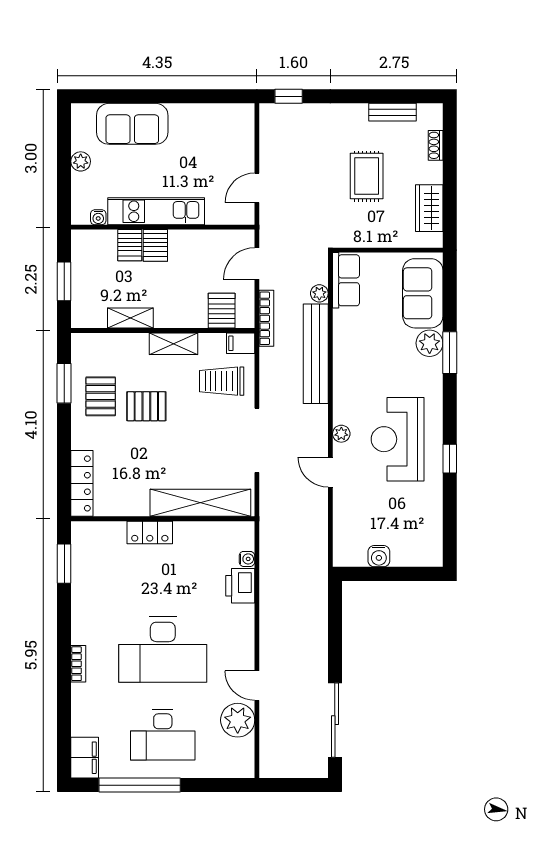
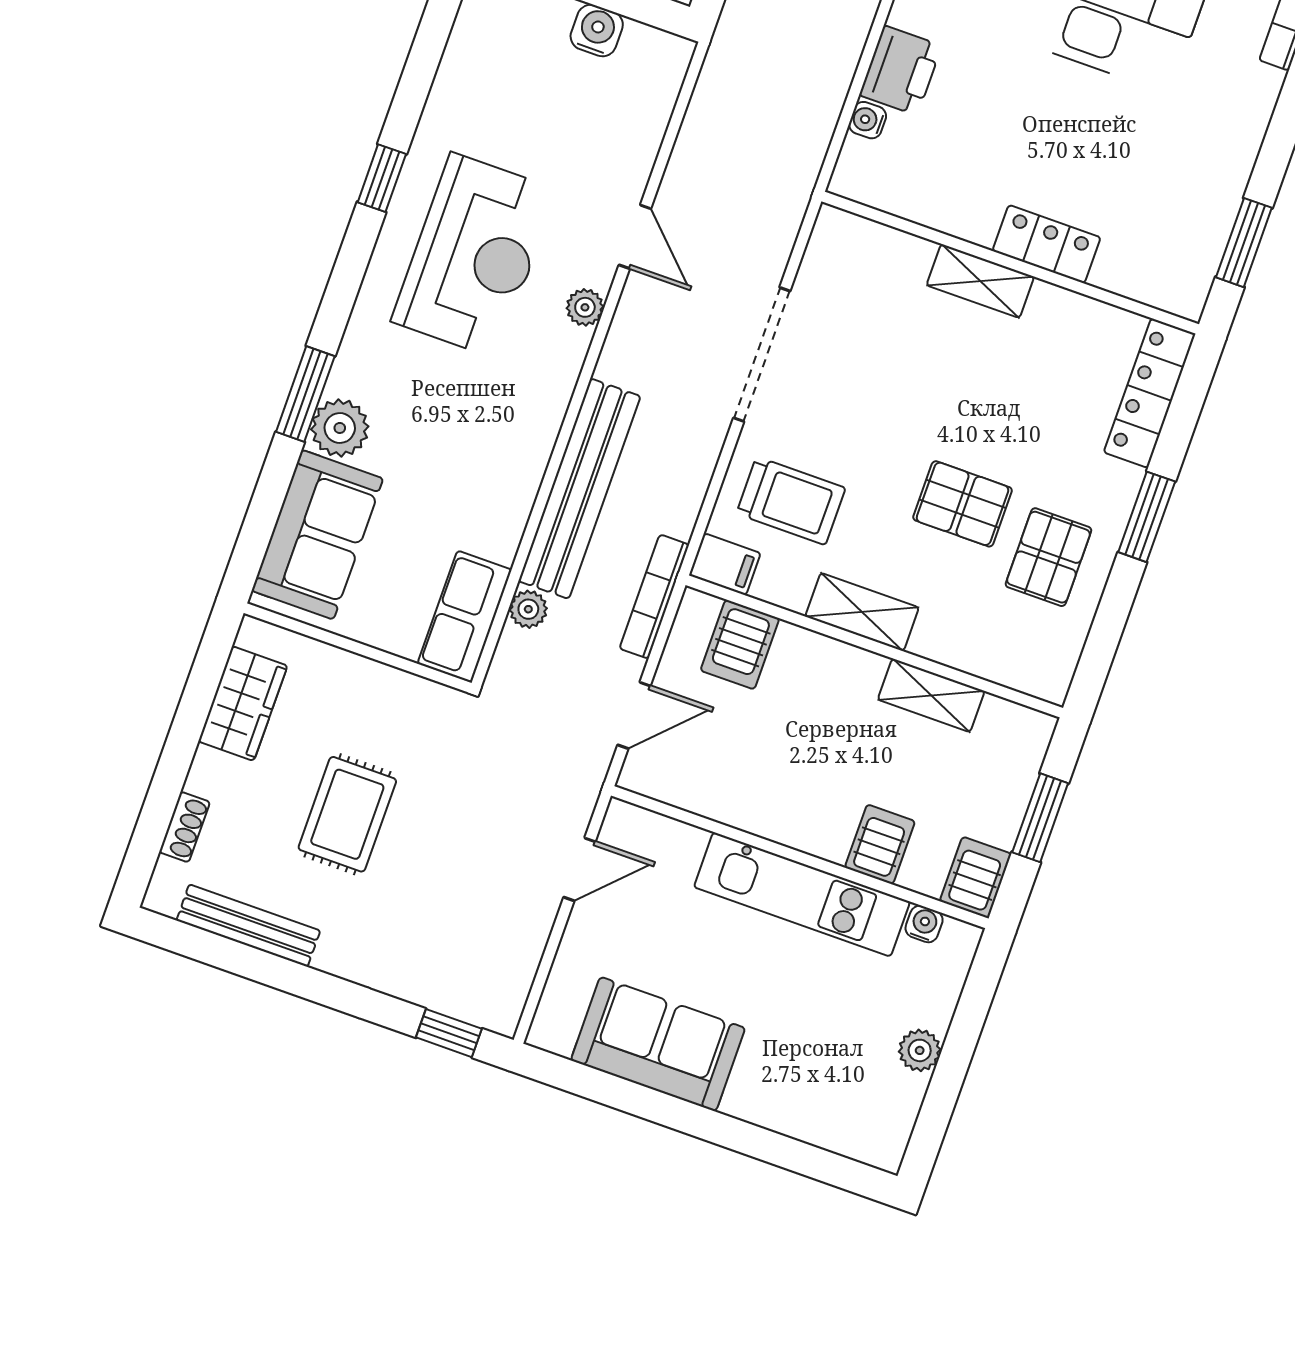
bench: (393, 112) -> (248, 926), width x1.36
sofa: (132, 124) -> (658, 1044), moved
server rack: (155, 245) -> (976, 877), moved
window: (64, 383) -> (1147, 517), moved
shelving: (200, 503) -> (980, 281), width x0.45, depth x0.75

